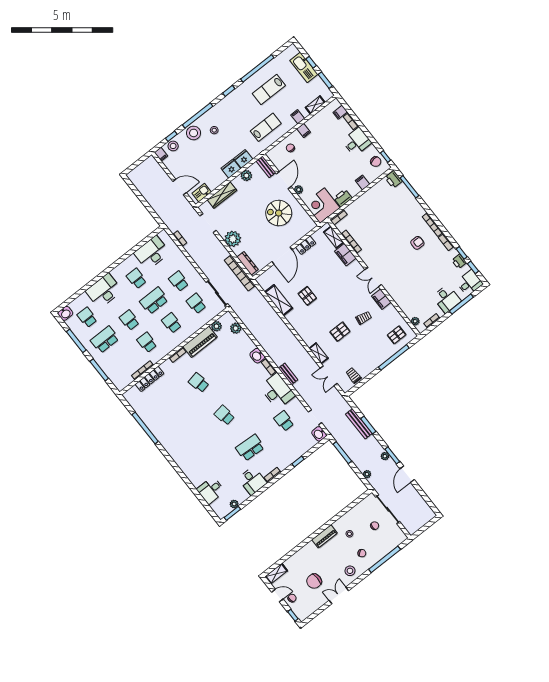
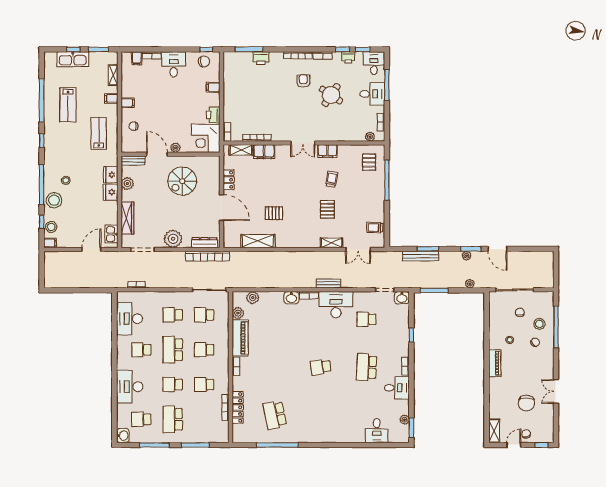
printer: (393, 179) -> (261, 58), moved
round table: (423, 270) -> (331, 95), added
school desk: (199, 383) -> (275, 415), moved, width x1.85
stool: (350, 571) -> (539, 324), moved

